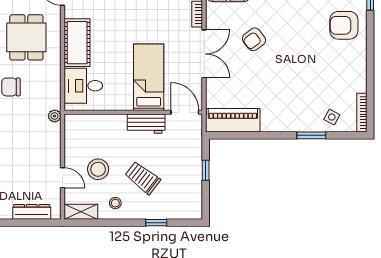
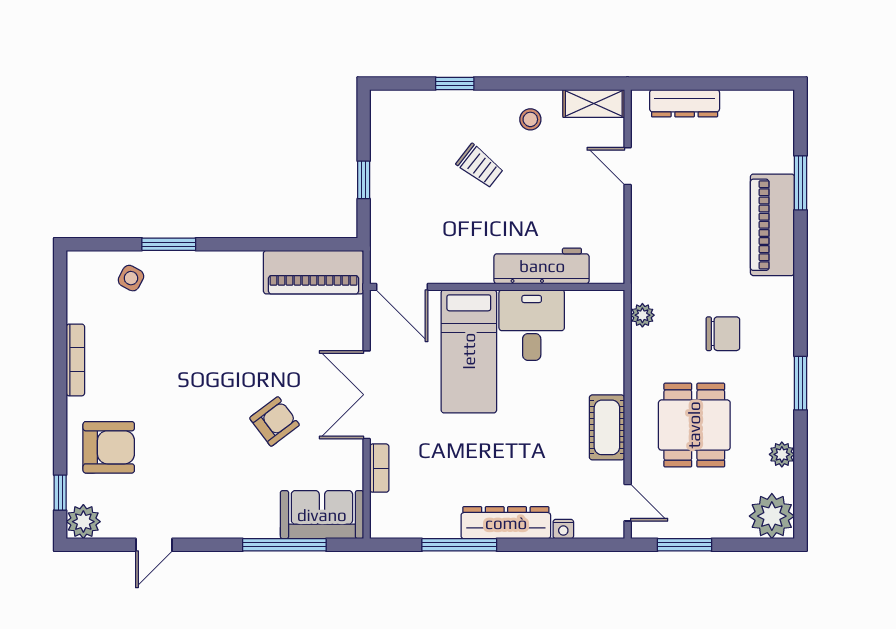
cot: (77, 43) -> (607, 427), width x0.73, depth x0.75
desk: (83, 86) -> (532, 325), moved, turned -90
bookcase: (362, 113) -> (75, 360), moved
plant: (55, 116) -> (642, 315), moved
workbench: (146, 124) -> (542, 266), moved, width x1.38
stool: (98, 169) -> (562, 182), removed
trolley: (143, 178) -> (480, 166), width x0.73, depth x0.72

